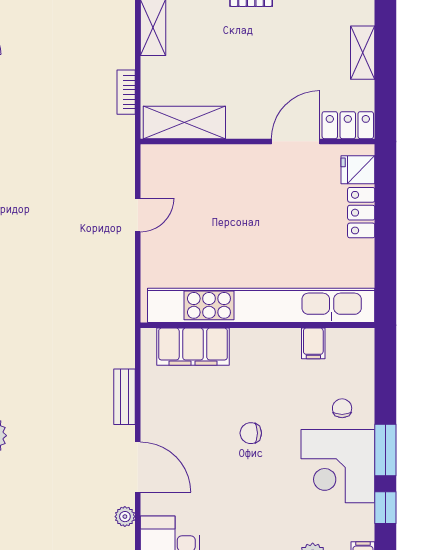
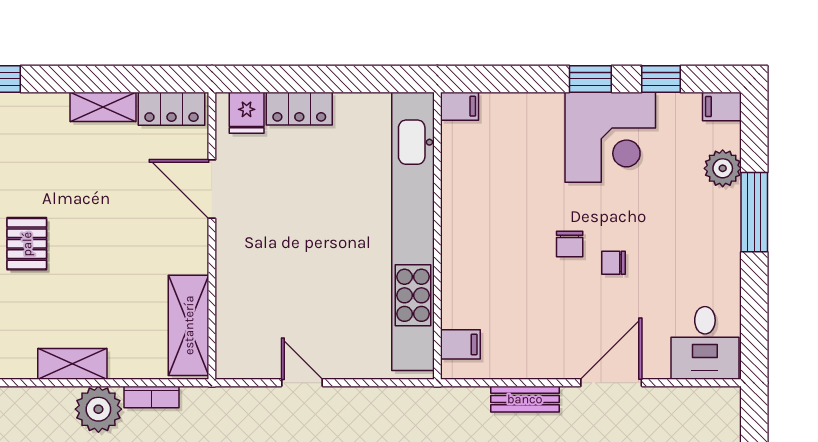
locker: (348, 125) -> (171, 109), moved, turned -90
filing cabinet: (313, 343) -> (460, 106), moved
filing cabinet: (193, 347) -> (460, 344), width x0.33, depth x0.86
chair: (342, 408) -> (614, 263), moved
window: (385, 450) -> (590, 79), width x0.67
plant: (125, 517) -> (98, 409), moved, width x1.88, depth x1.88

